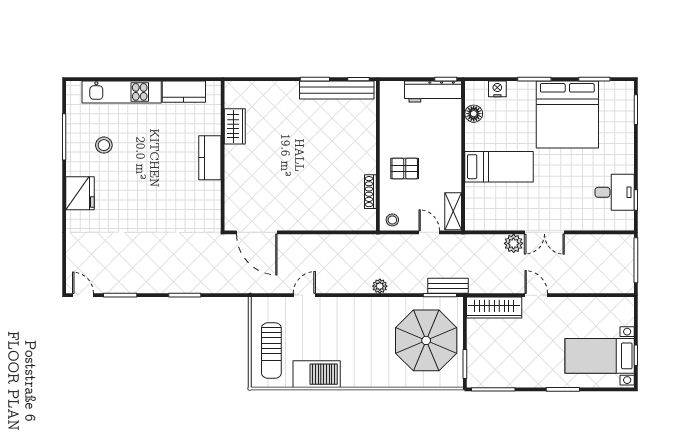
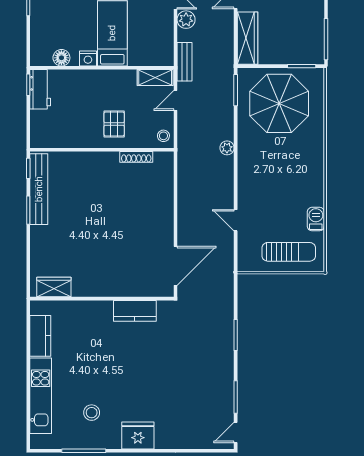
nightstand: (497, 89) -> (88, 58), moved, turned -90
workbench: (433, 91) -> (40, 89), width x0.73
wardrobe: (235, 126) -> (54, 287), moved
kitchen counter: (210, 158) -> (135, 311), moved
bench: (448, 286) -> (185, 62), moved
barbecue: (317, 374) -> (316, 219), width x0.53, depth x0.65

